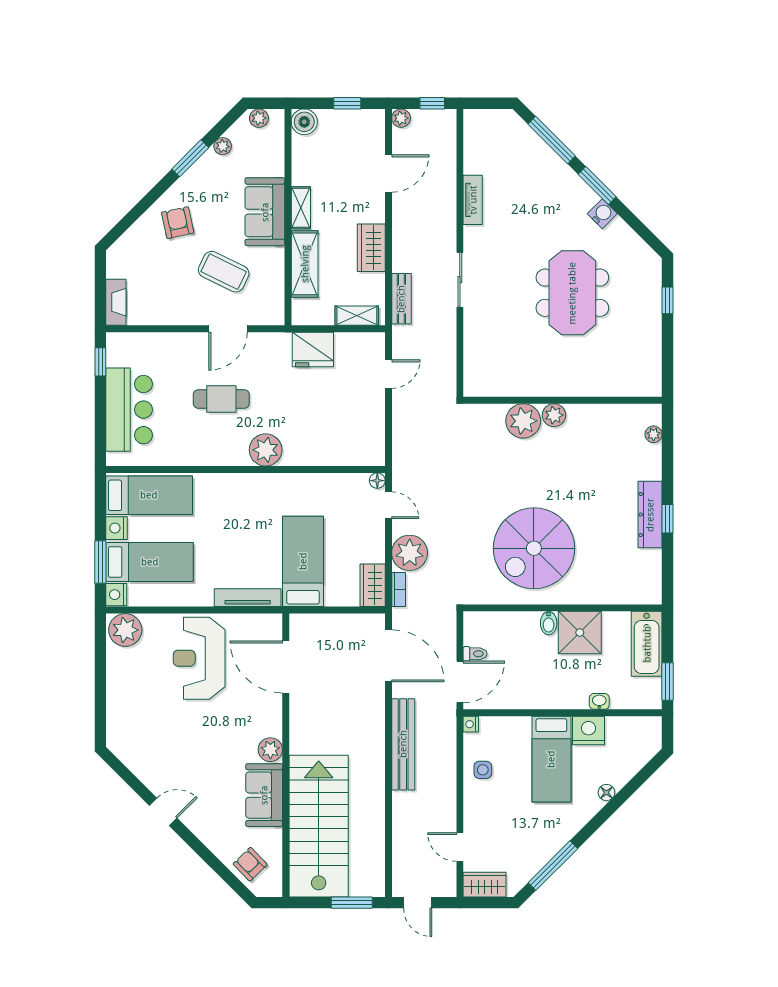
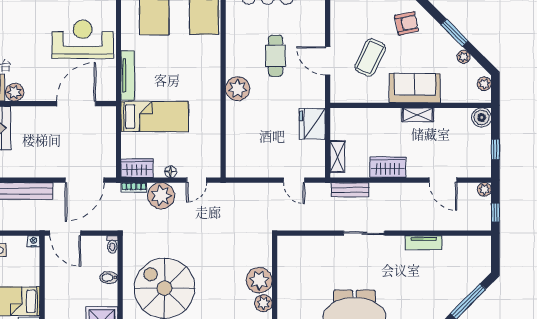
shelving: (305, 264) -> (376, 118), removed
floor lamp: (377, 481) -> (171, 172), moved
bidet: (549, 623) -> (109, 278), moved
toilet: (475, 654) -> (112, 244), moved

